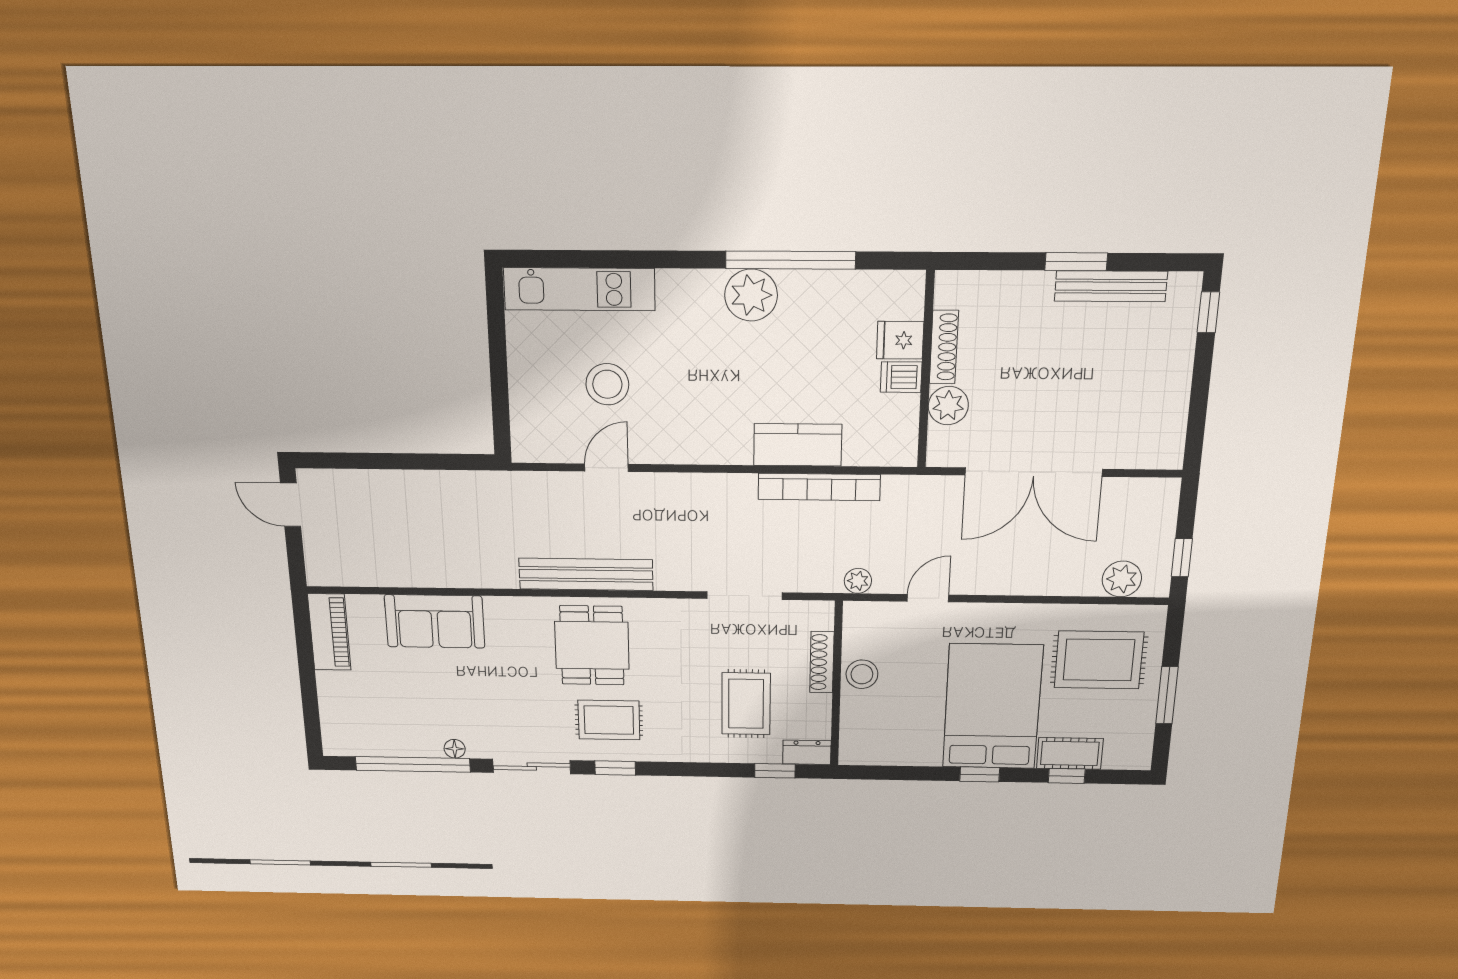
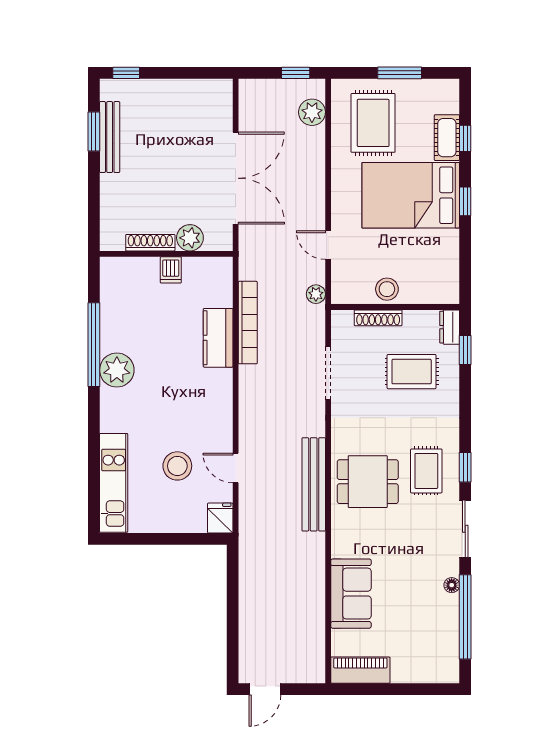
window: (1076, 262) -> (94, 131), moved
fridge: (900, 340) -> (220, 518), moved, turned 180

